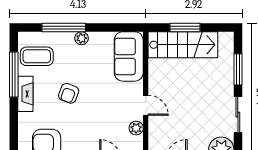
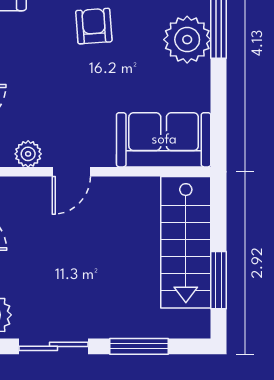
window: (185, 27) -> (218, 280), moved
plant: (82, 38) -> (187, 40), width x1.88, depth x1.88
armchair: (69, 93) -> (94, 26), turned 65

